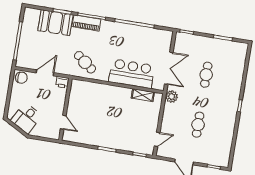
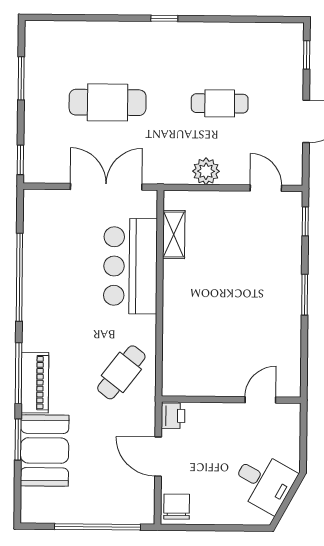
cafe table: (206, 75) -> (108, 102), width x1.37, depth x1.35
plant: (172, 97) -> (206, 171), moved

